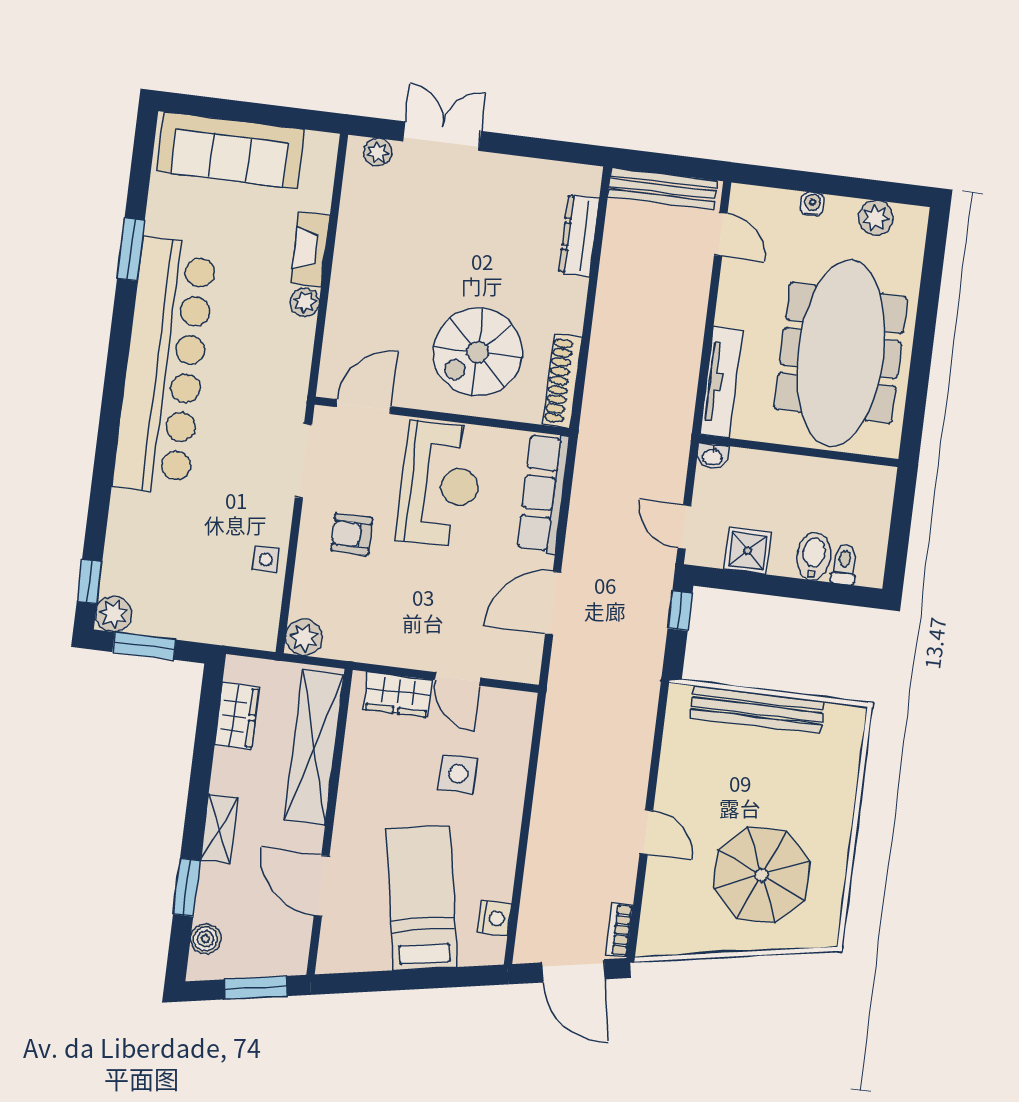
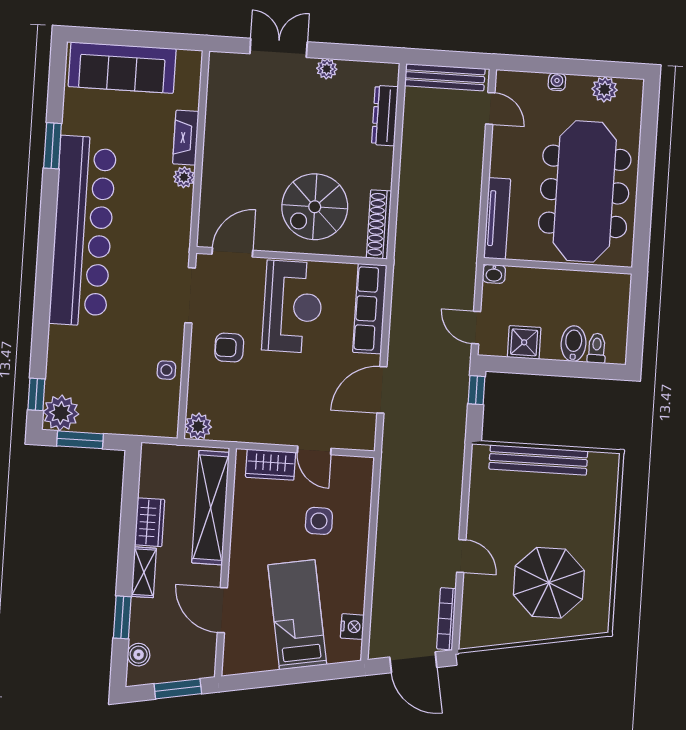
plant: (378, 152) -> (327, 69), moved
plant: (114, 614) -> (61, 413), width x1.36, depth x1.36
wardrobe: (237, 716) -> (150, 522), moved
bookcase: (619, 930) -> (446, 619), width x1.56

